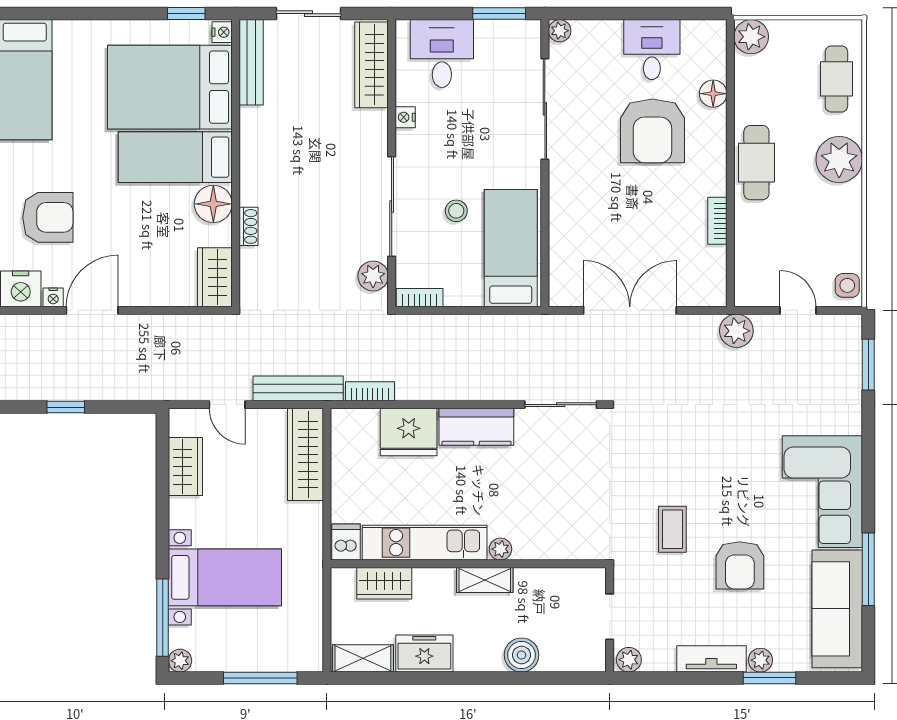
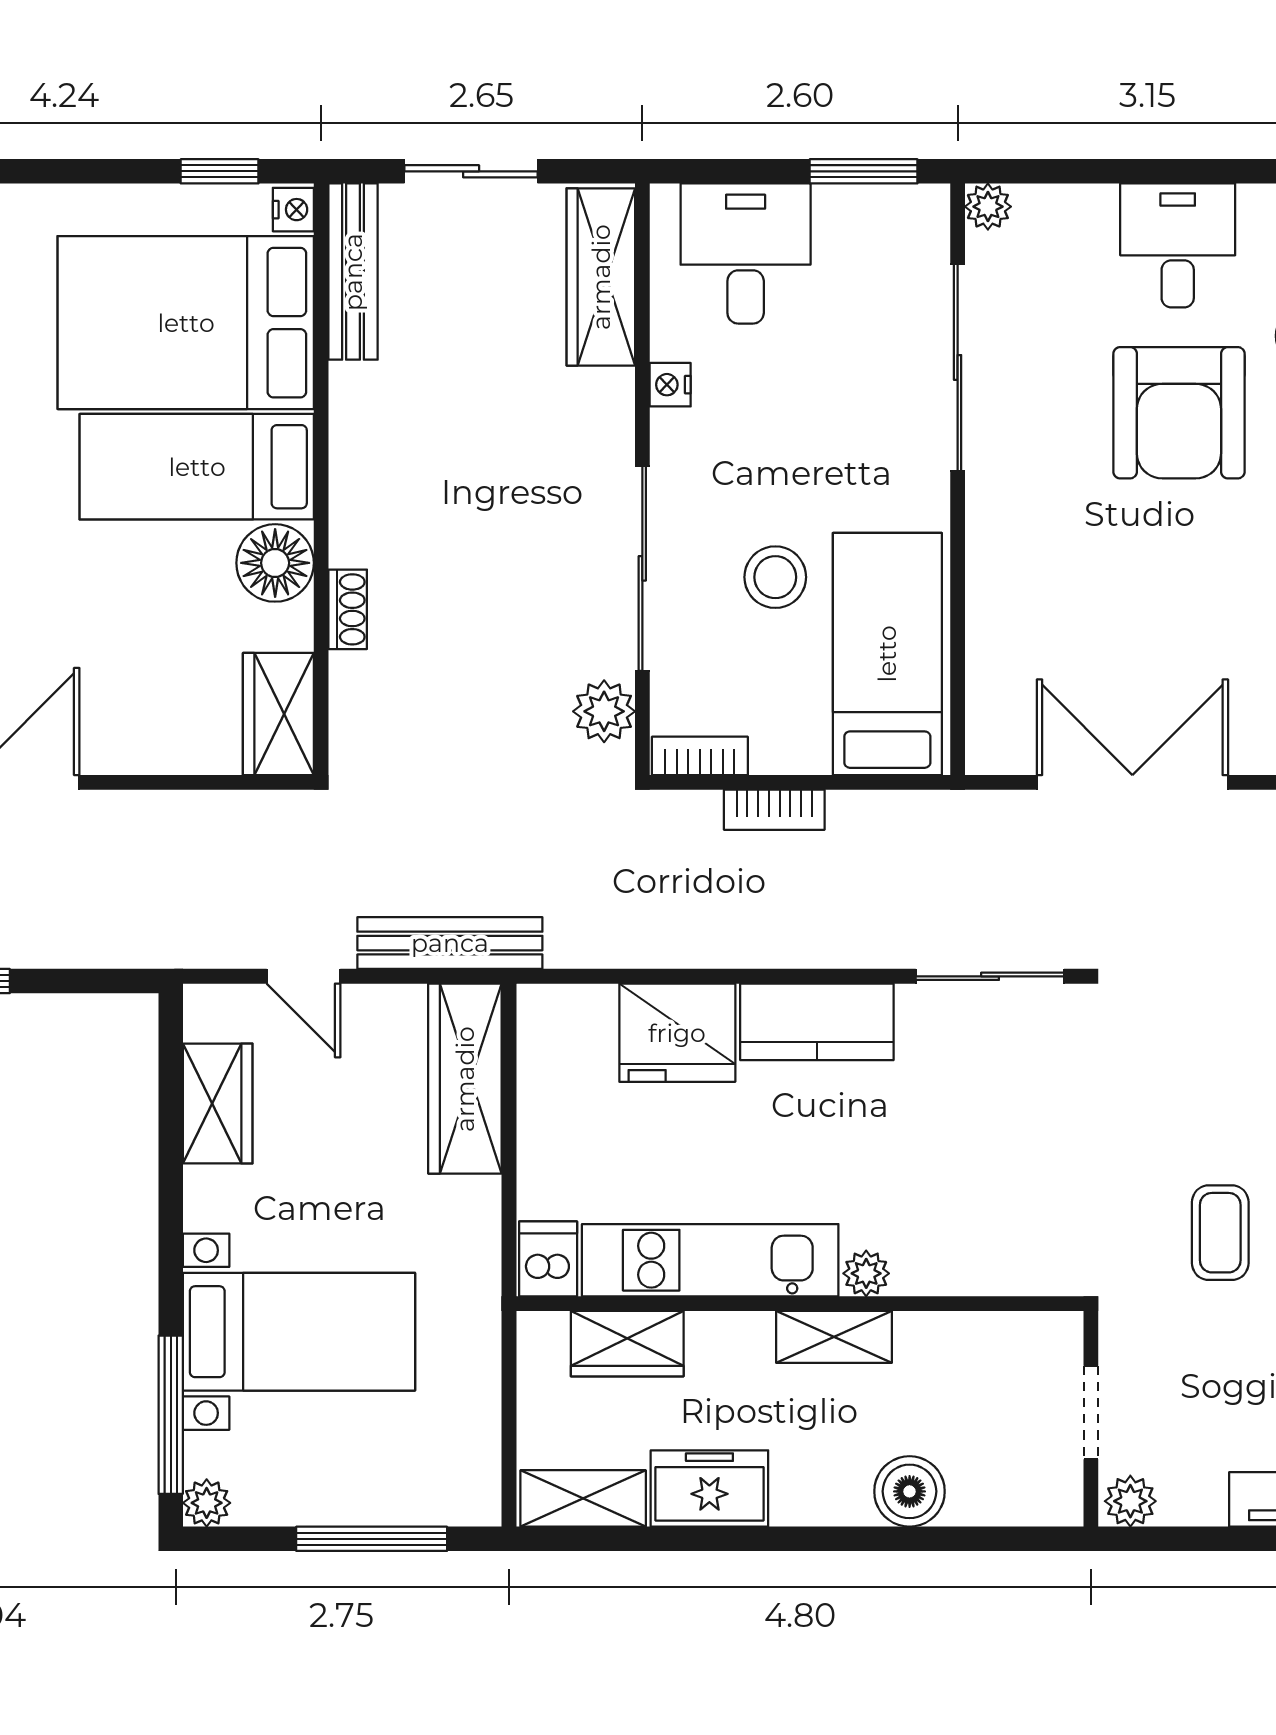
stool: (456, 211) -> (775, 577), width x1.37, depth x1.37
bookcase: (370, 391) -> (774, 810), moved, turned 180

